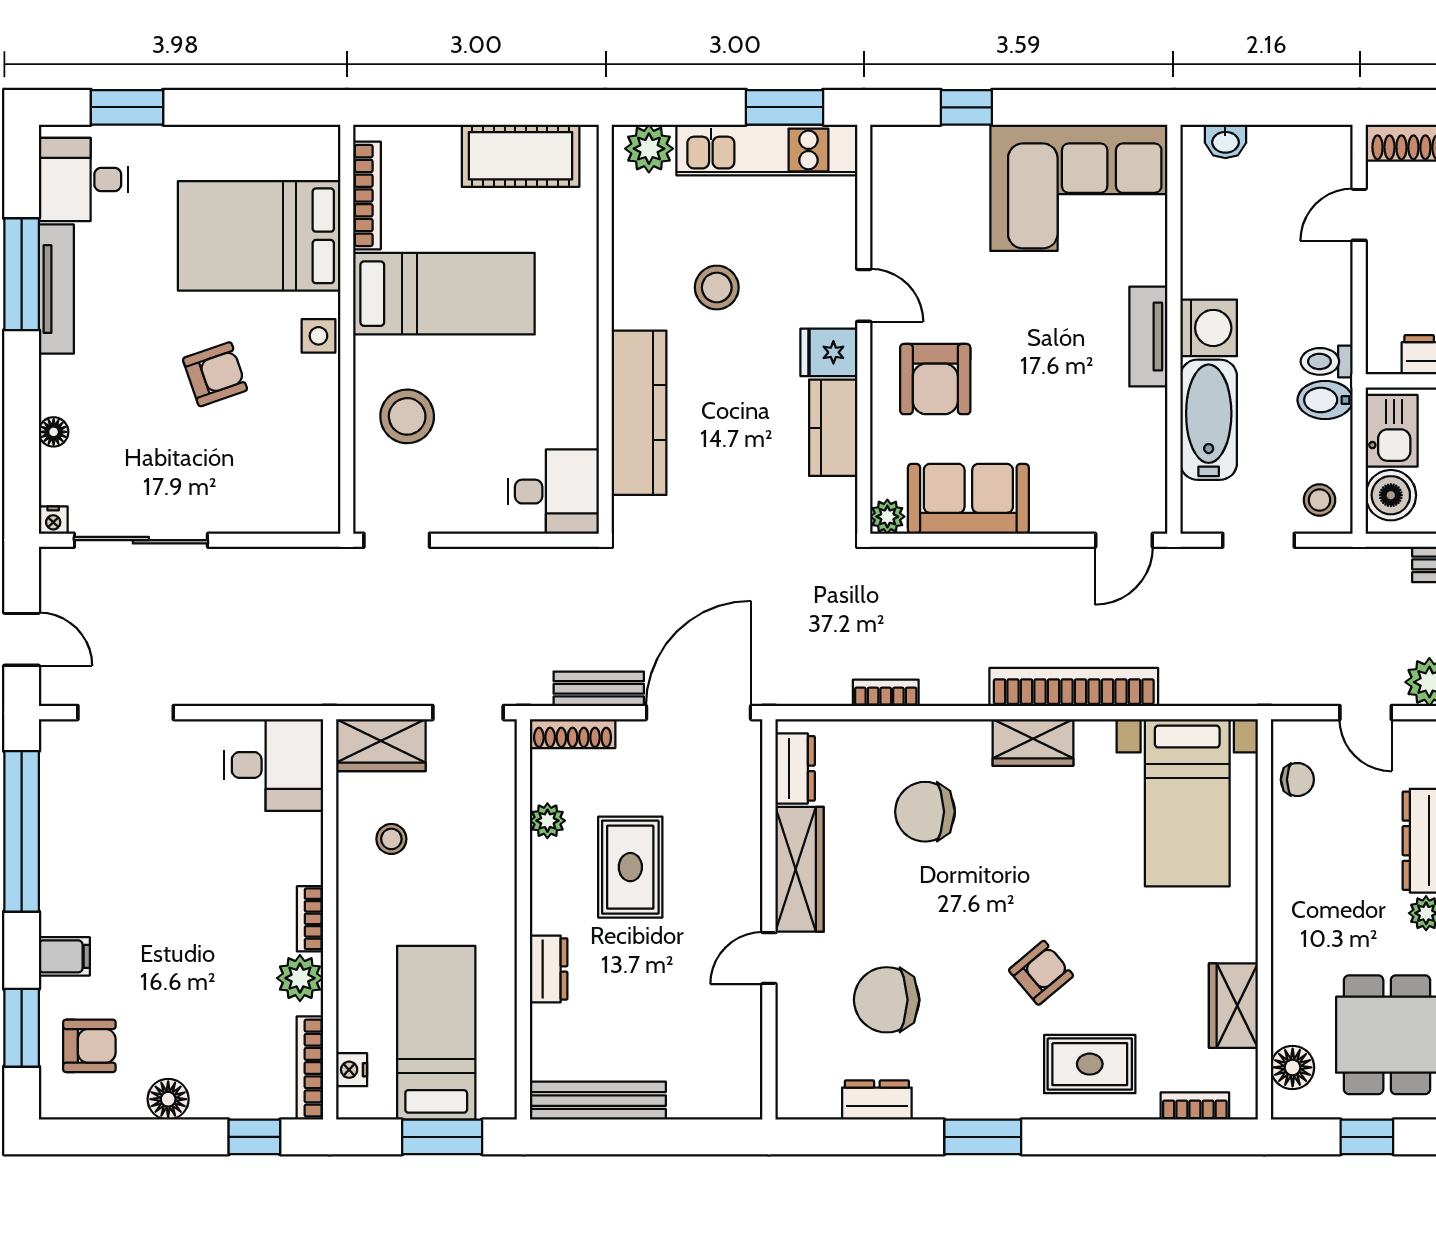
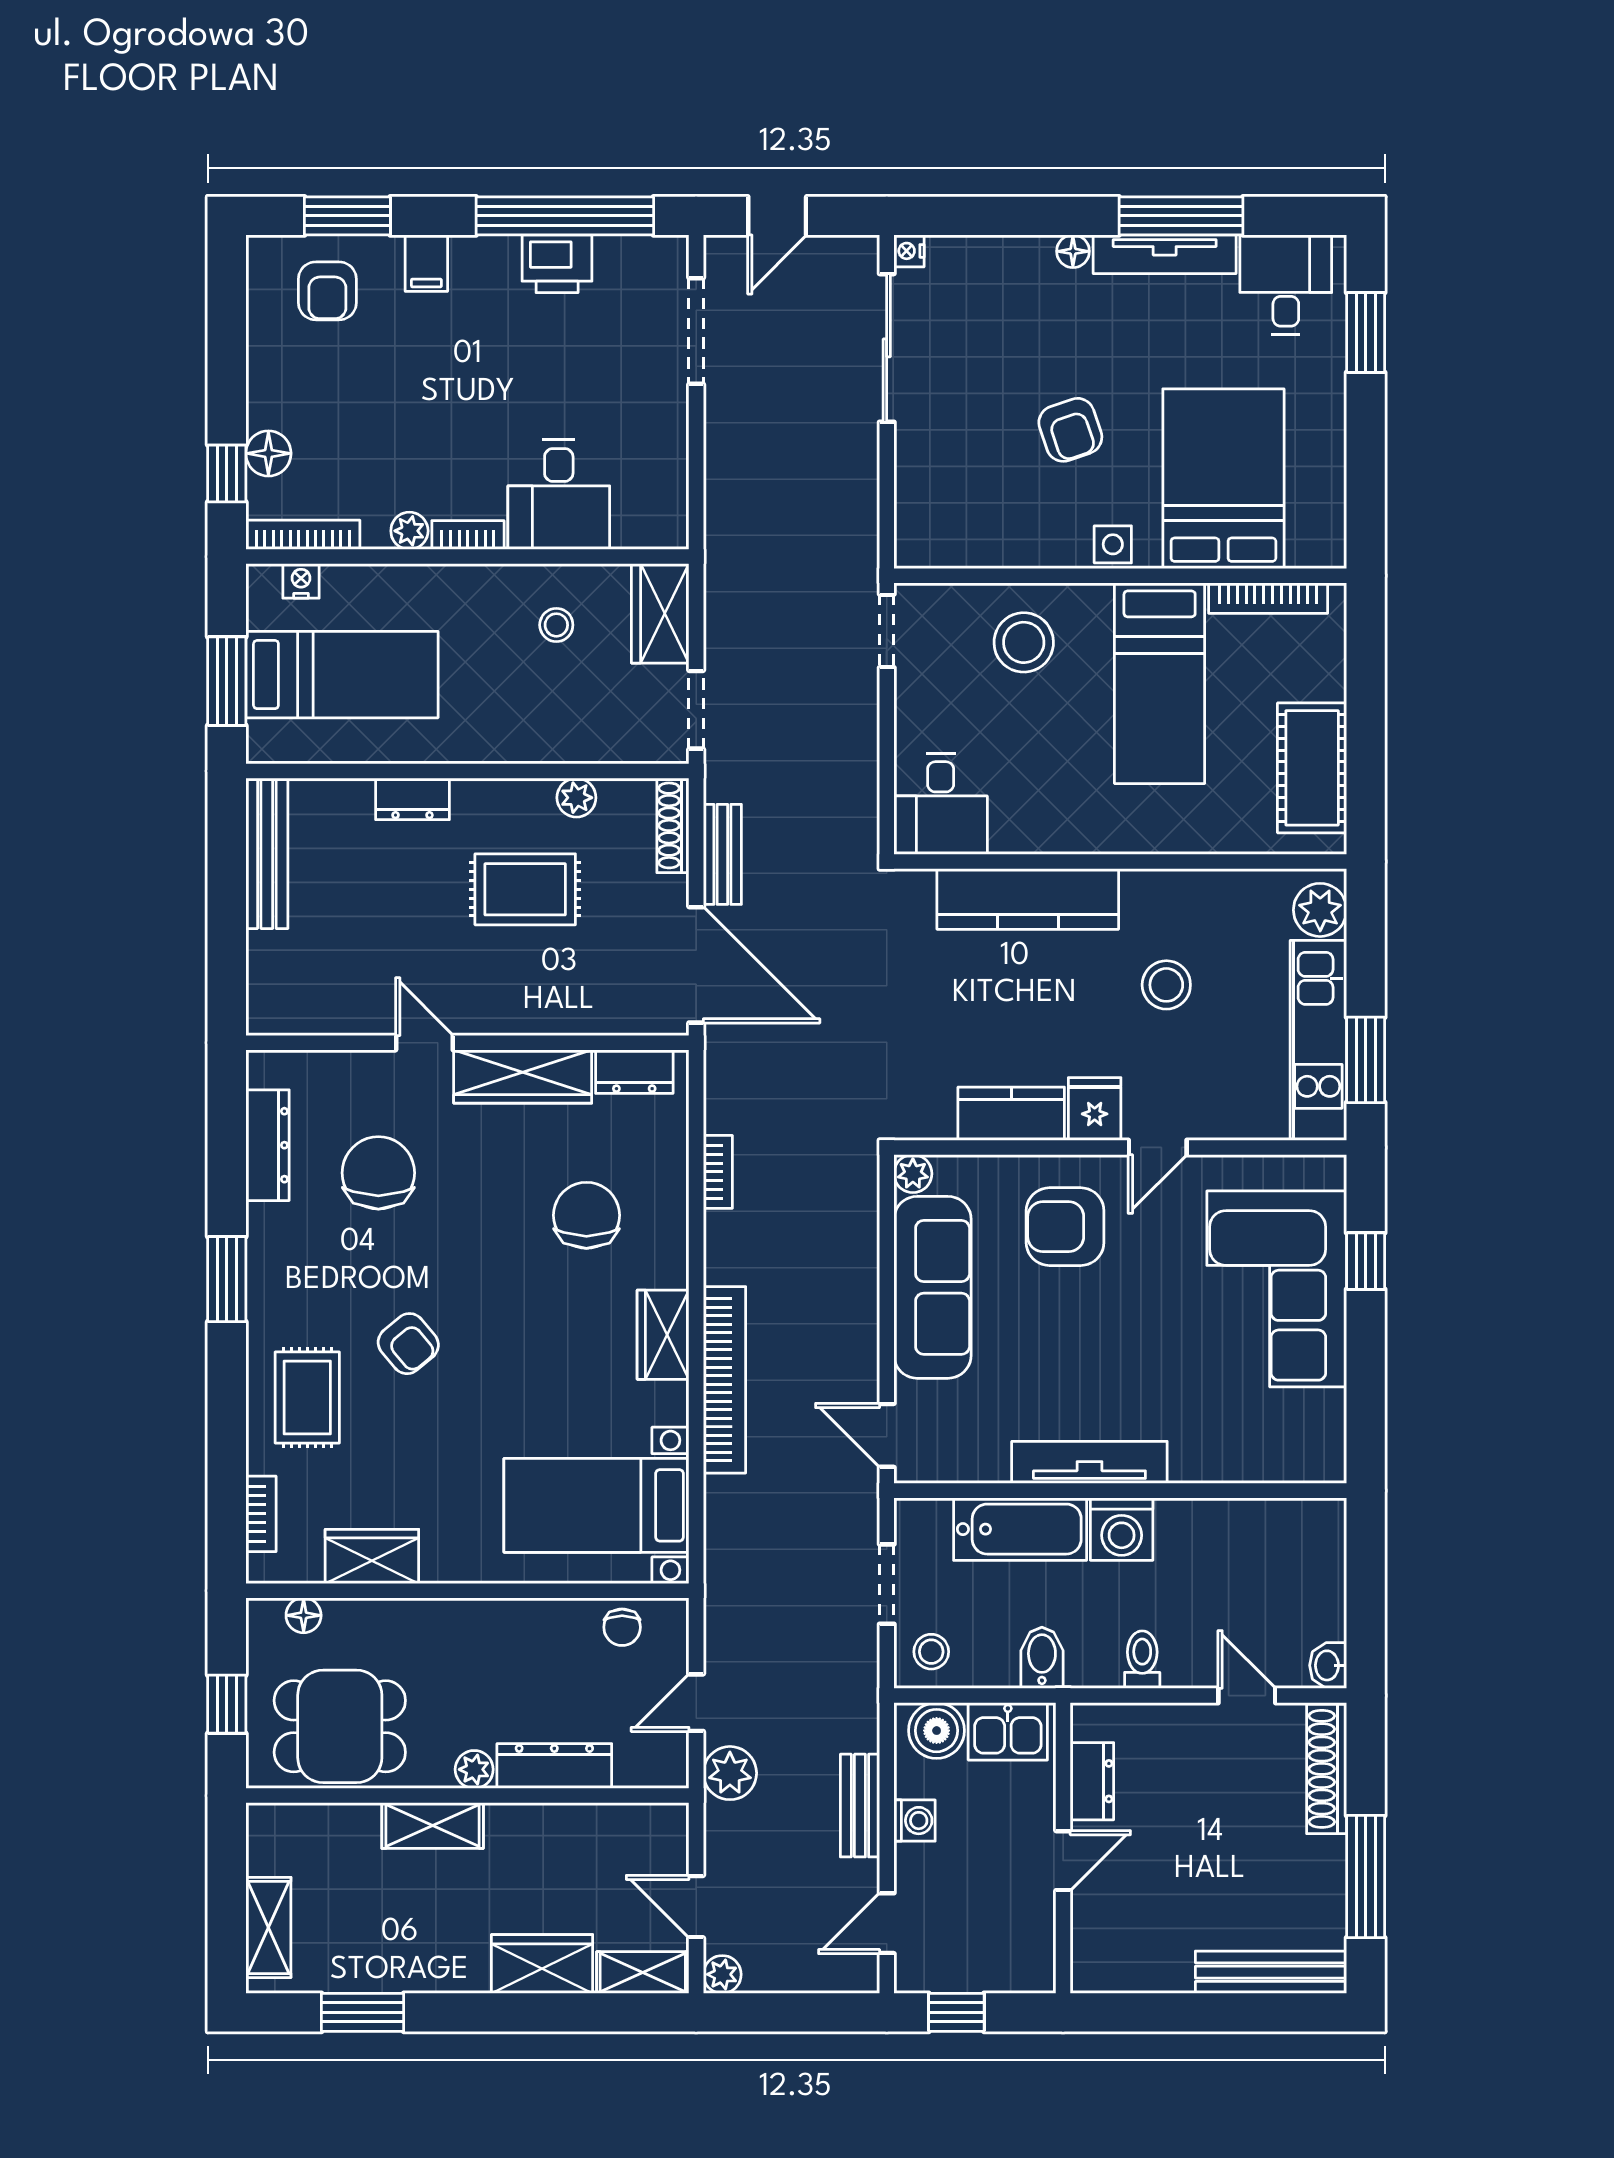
washbasin: (1225, 141) -> (1328, 1665), moved
corner sofa: (1079, 188) -> (1277, 1289), moved
tv unit: (1148, 337) -> (1089, 1462), width x1.41
toilet: (1327, 361) -> (1142, 1660), moved
floor lamp: (54, 432) -> (1073, 251), moved
sofa: (968, 499) -> (933, 1287), width x1.36
desk: (273, 765) -> (559, 495), moved
printer: (65, 838) -> (557, 264), added
plant: (300, 978) -> (409, 531), width x0.73, depth x0.73
floor lamp: (1293, 1067) -> (304, 1615), width x0.73, depth x0.73
floor lamp: (168, 1099) -> (268, 453), moved
dresser: (877, 1100) -> (267, 1145), width x1.44

